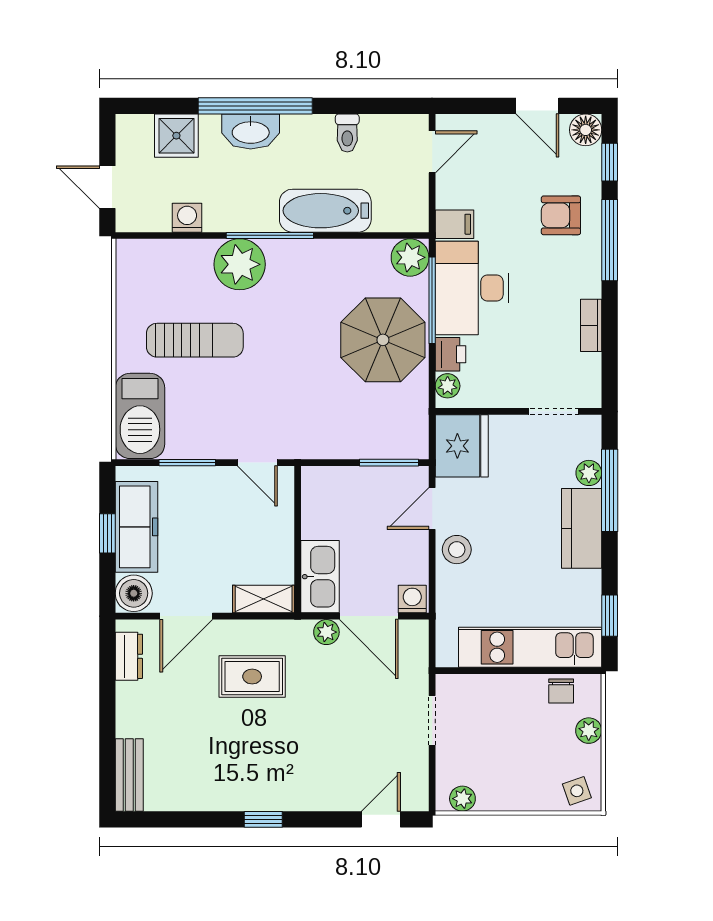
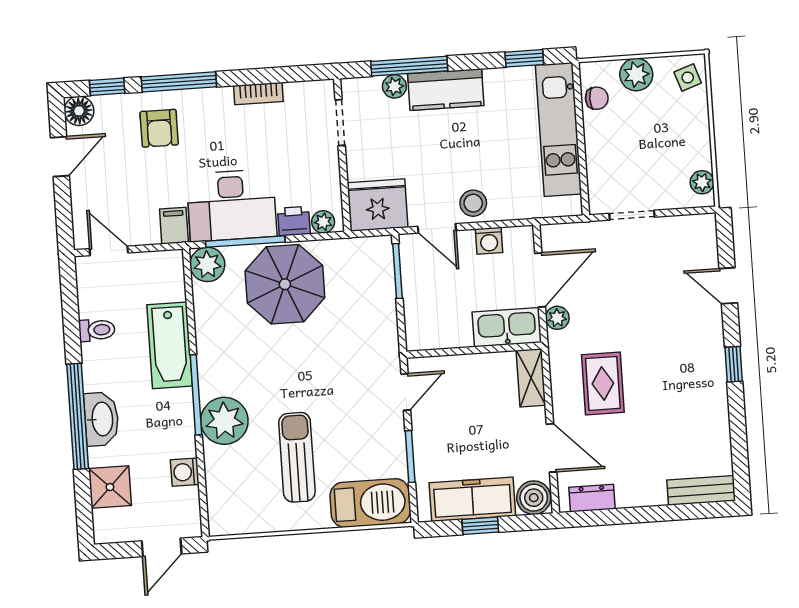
washing machine: (412, 599) -> (489, 241), moved, turned -90
plant: (589, 731) -> (636, 75), width x1.38, depth x1.38
door: (381, 819) -> (728, 286), moved

